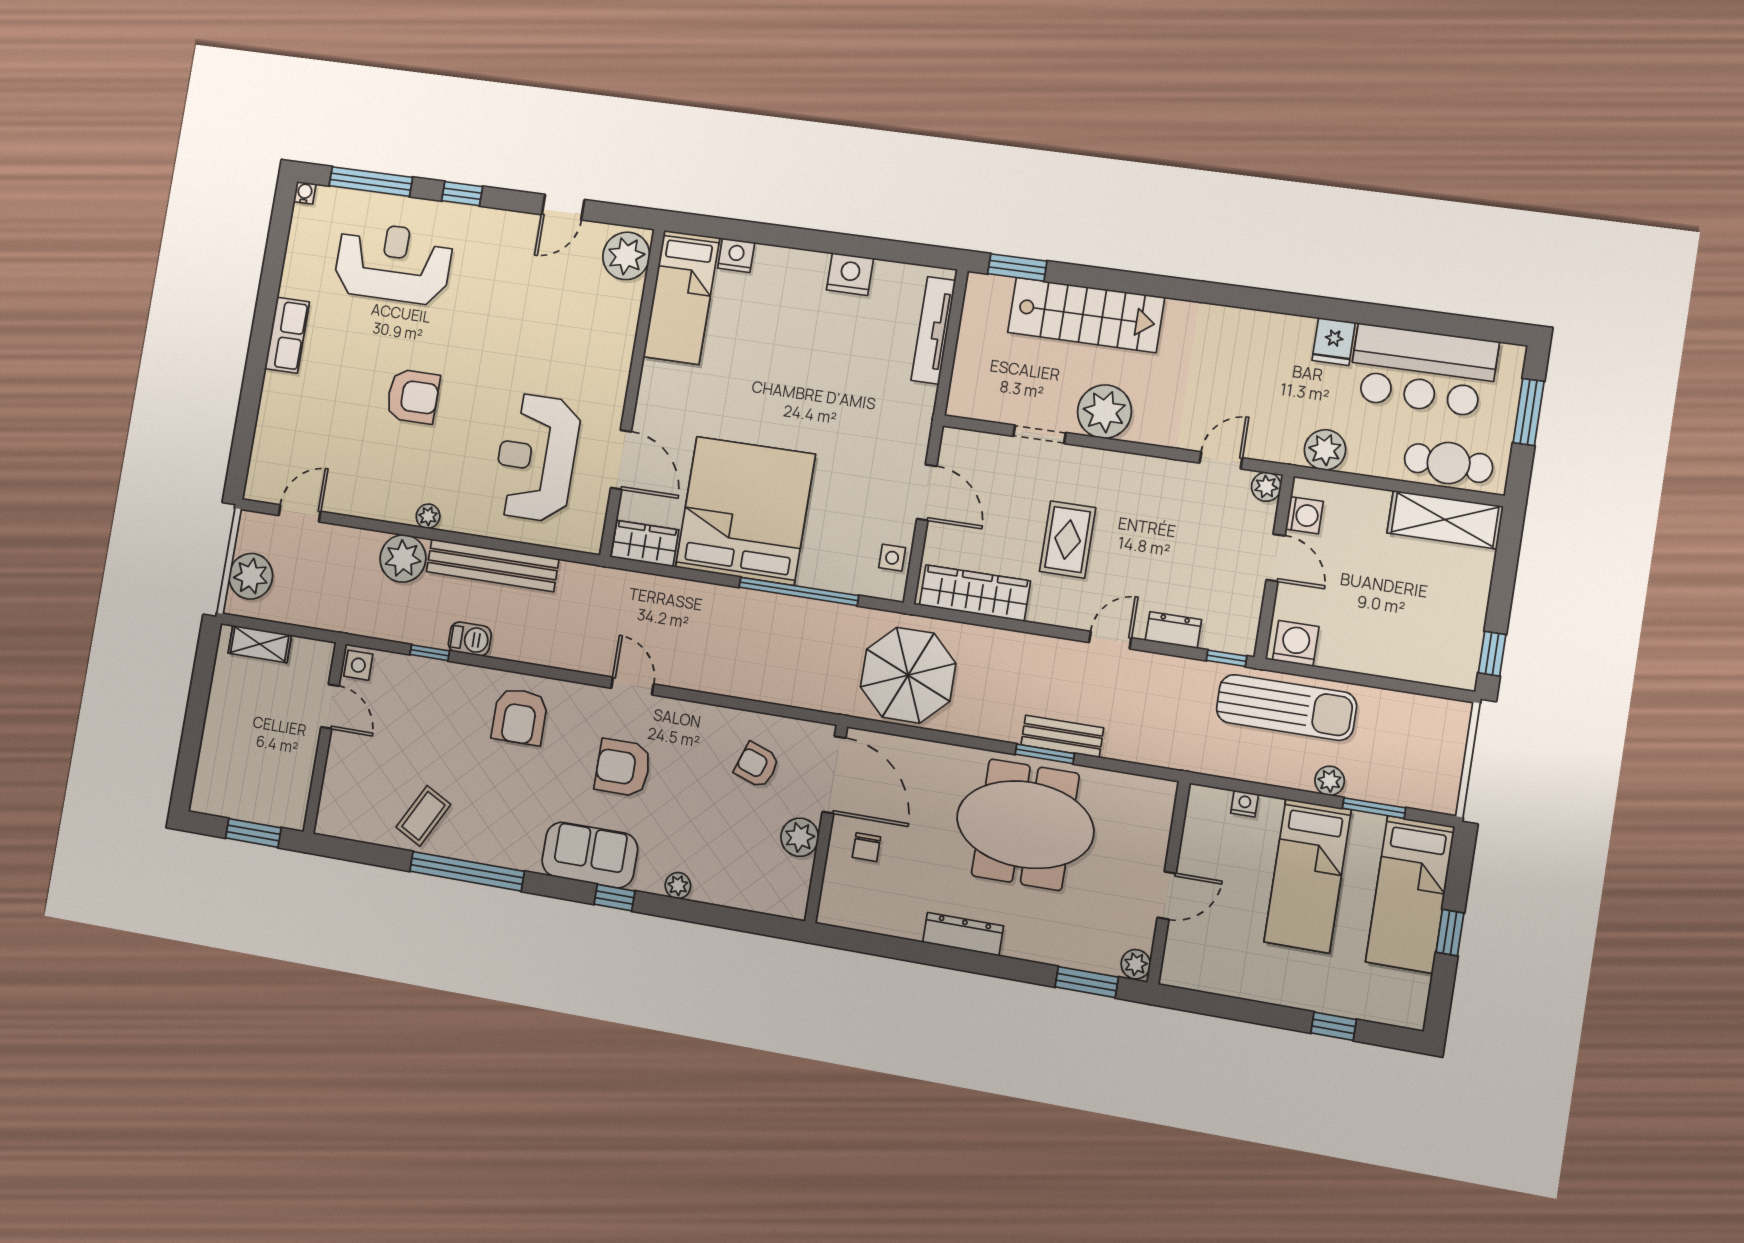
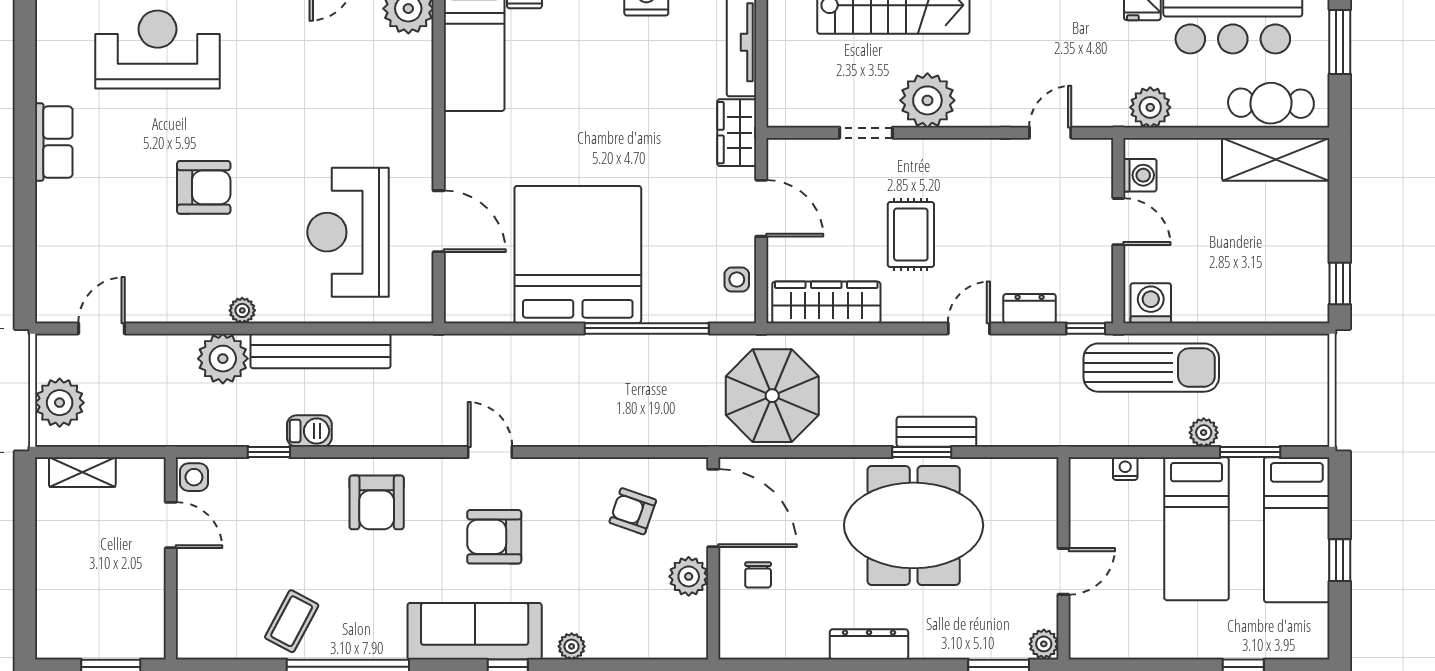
plant: (1266, 487) -> (1099, 152), removed
wardrobe: (645, 543) -> (737, 133), moved, turned -90
sofa: (590, 855) -> (475, 631), width x1.36

